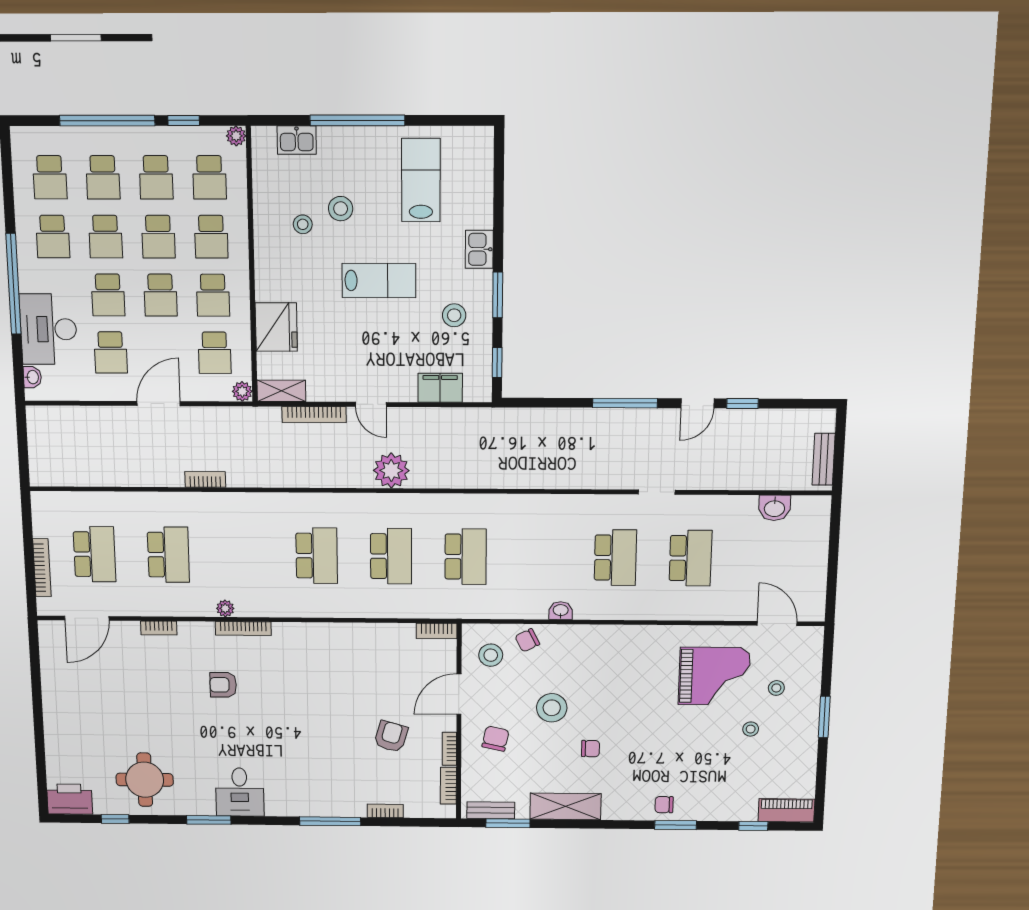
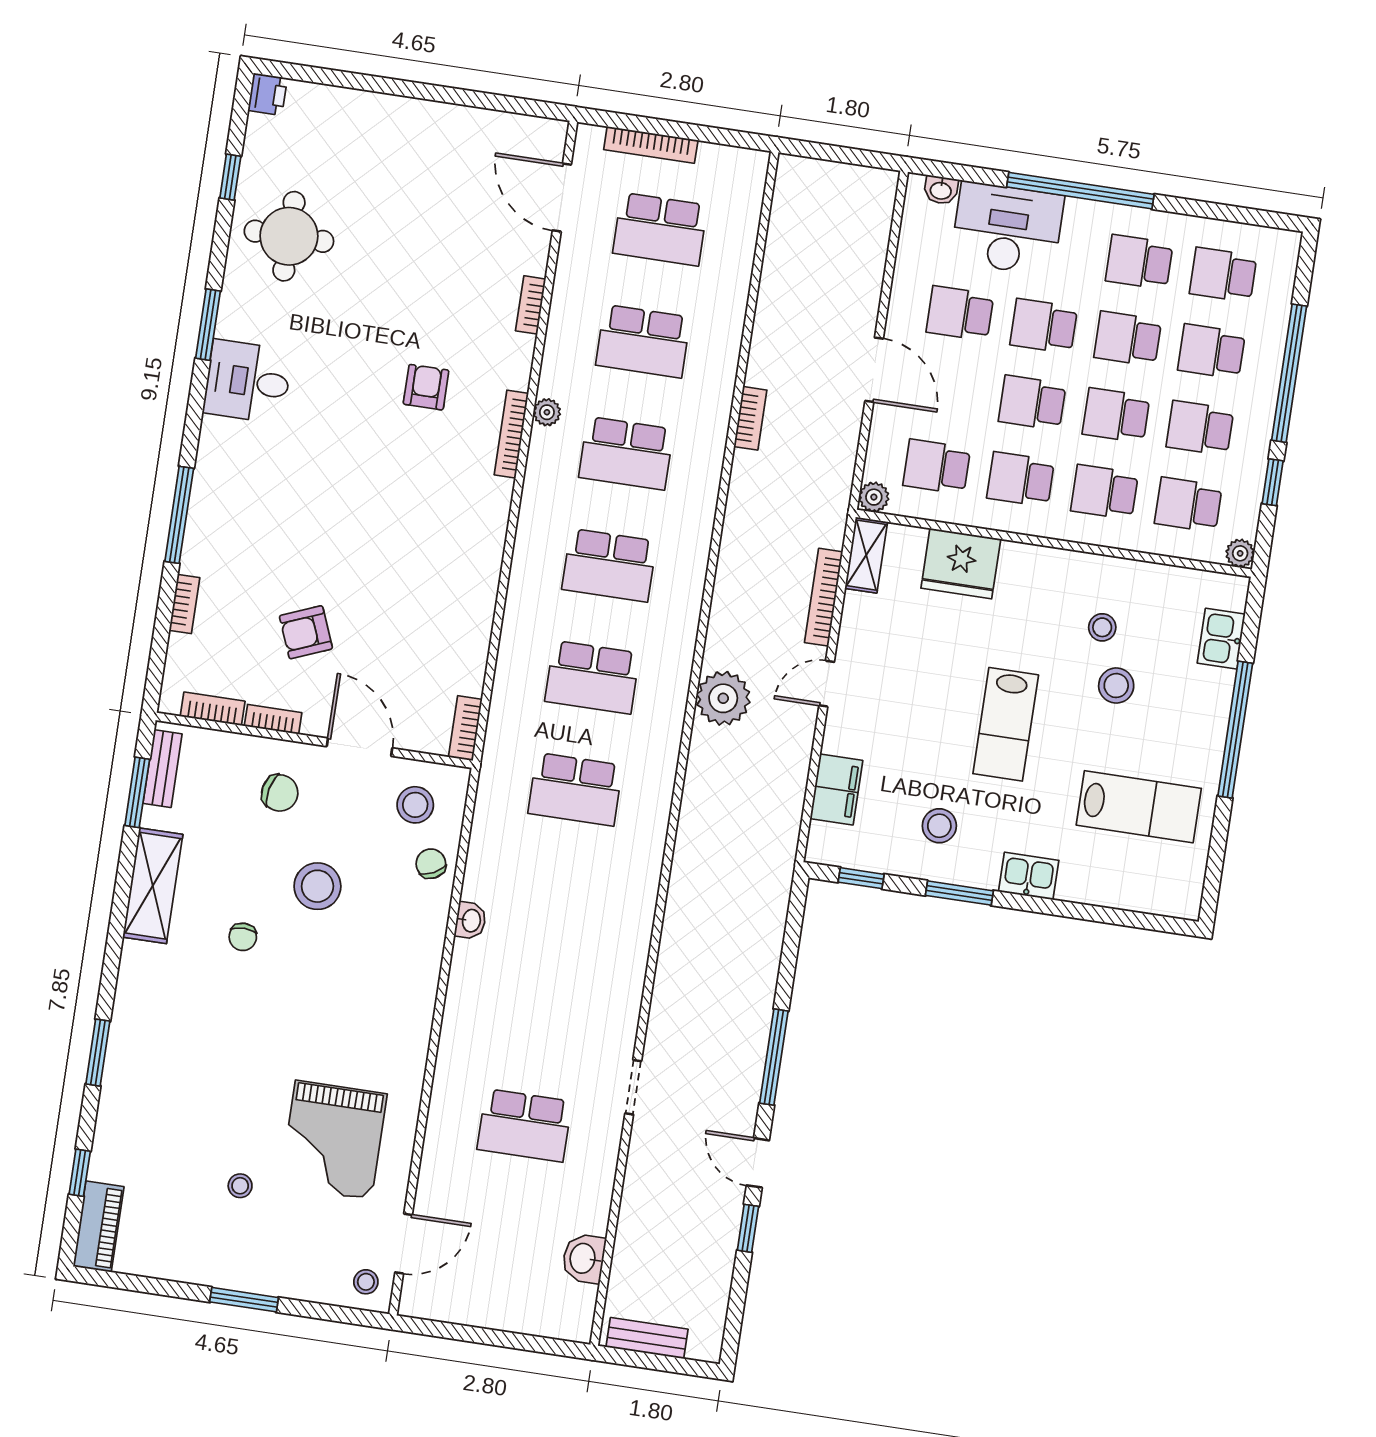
school desk: (615, 558) -> (626, 453), moved
stool: (776, 688) -> (366, 1282), moved
armchair: (391, 736) -> (306, 632), turned 142
printer: (70, 799) -> (268, 94), width x0.53, depth x0.68
chair: (664, 805) -> (134, 1039), removed

